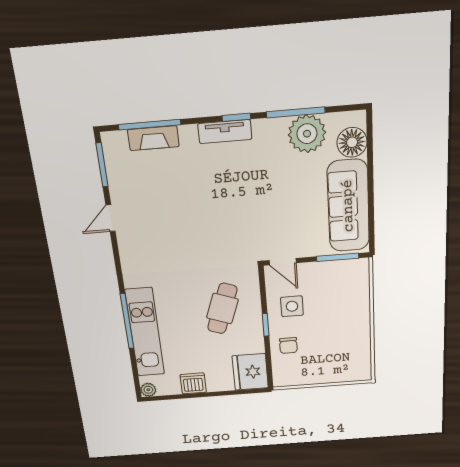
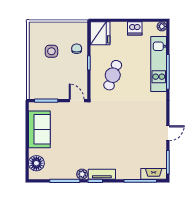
plant: (307, 134) -> (82, 174), moved, width x0.53, depth x0.53
fireplace: (153, 138) -> (154, 174), moved
sofa: (348, 206) -> (39, 129), width x0.73
side table: (292, 306) -> (51, 51), moved

